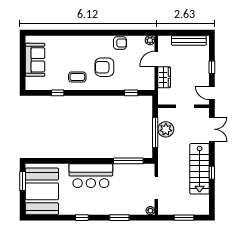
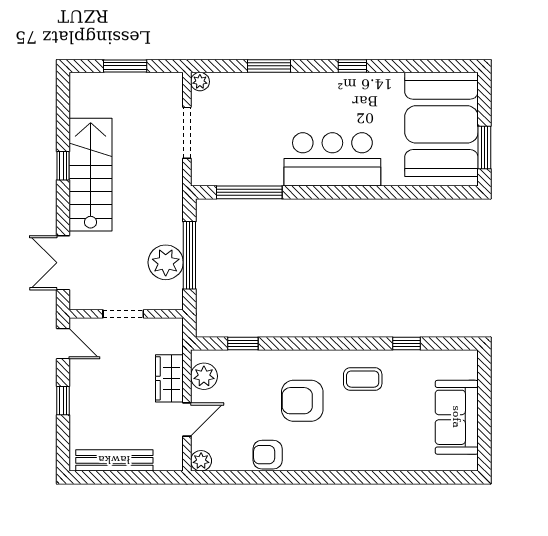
armchair: (104, 67) -> (302, 401), turned 180
plant: (149, 78) -> (204, 376), added

